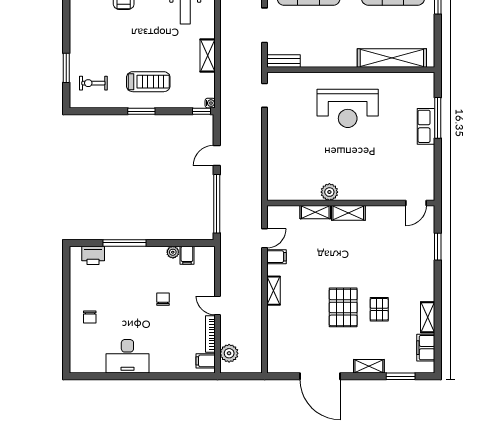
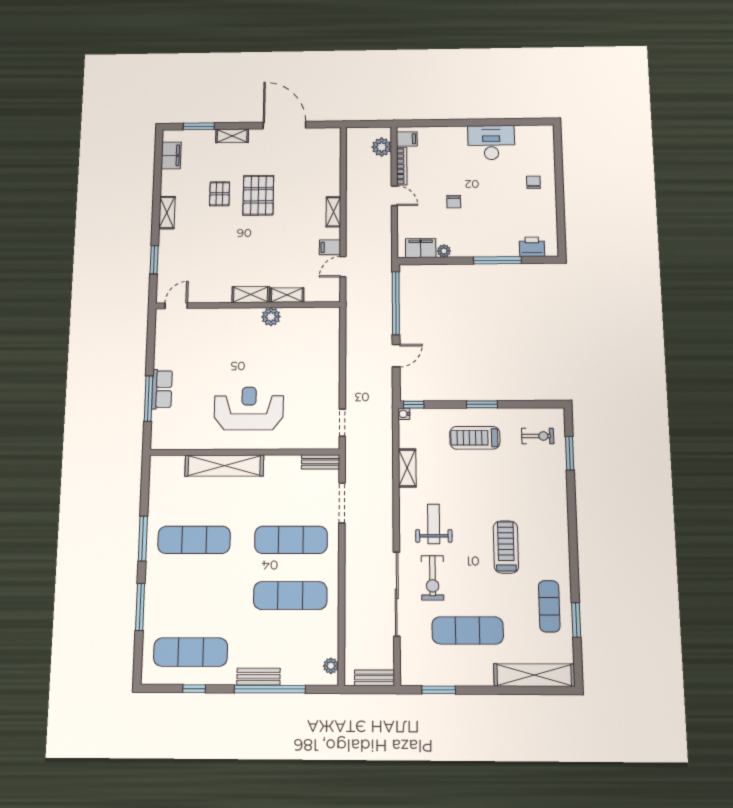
shelving: (392, 58) -> (224, 466), moved
filing cabinet: (187, 255) -> (421, 248), width x2.00
shelving: (428, 317) -> (167, 213), moved

